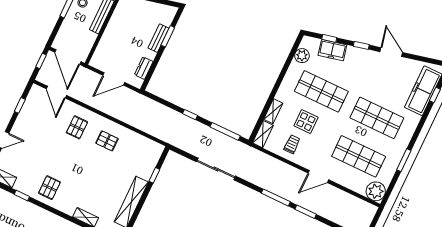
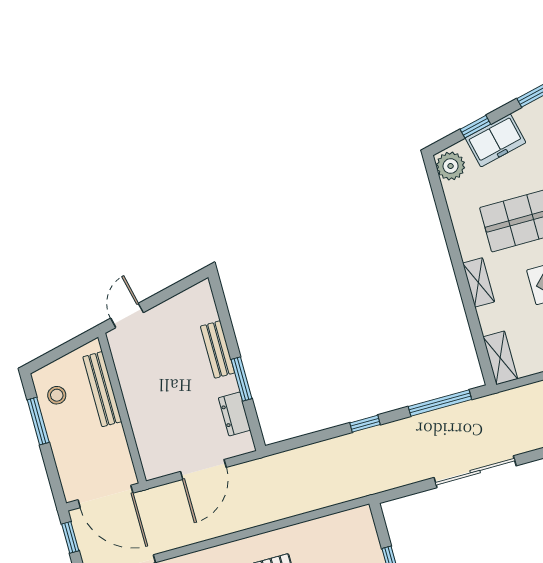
window: (168, 36) -> (242, 379), moved
plant: (302, 56) -> (451, 166), moved
shelving: (273, 111) -> (479, 282), moved

